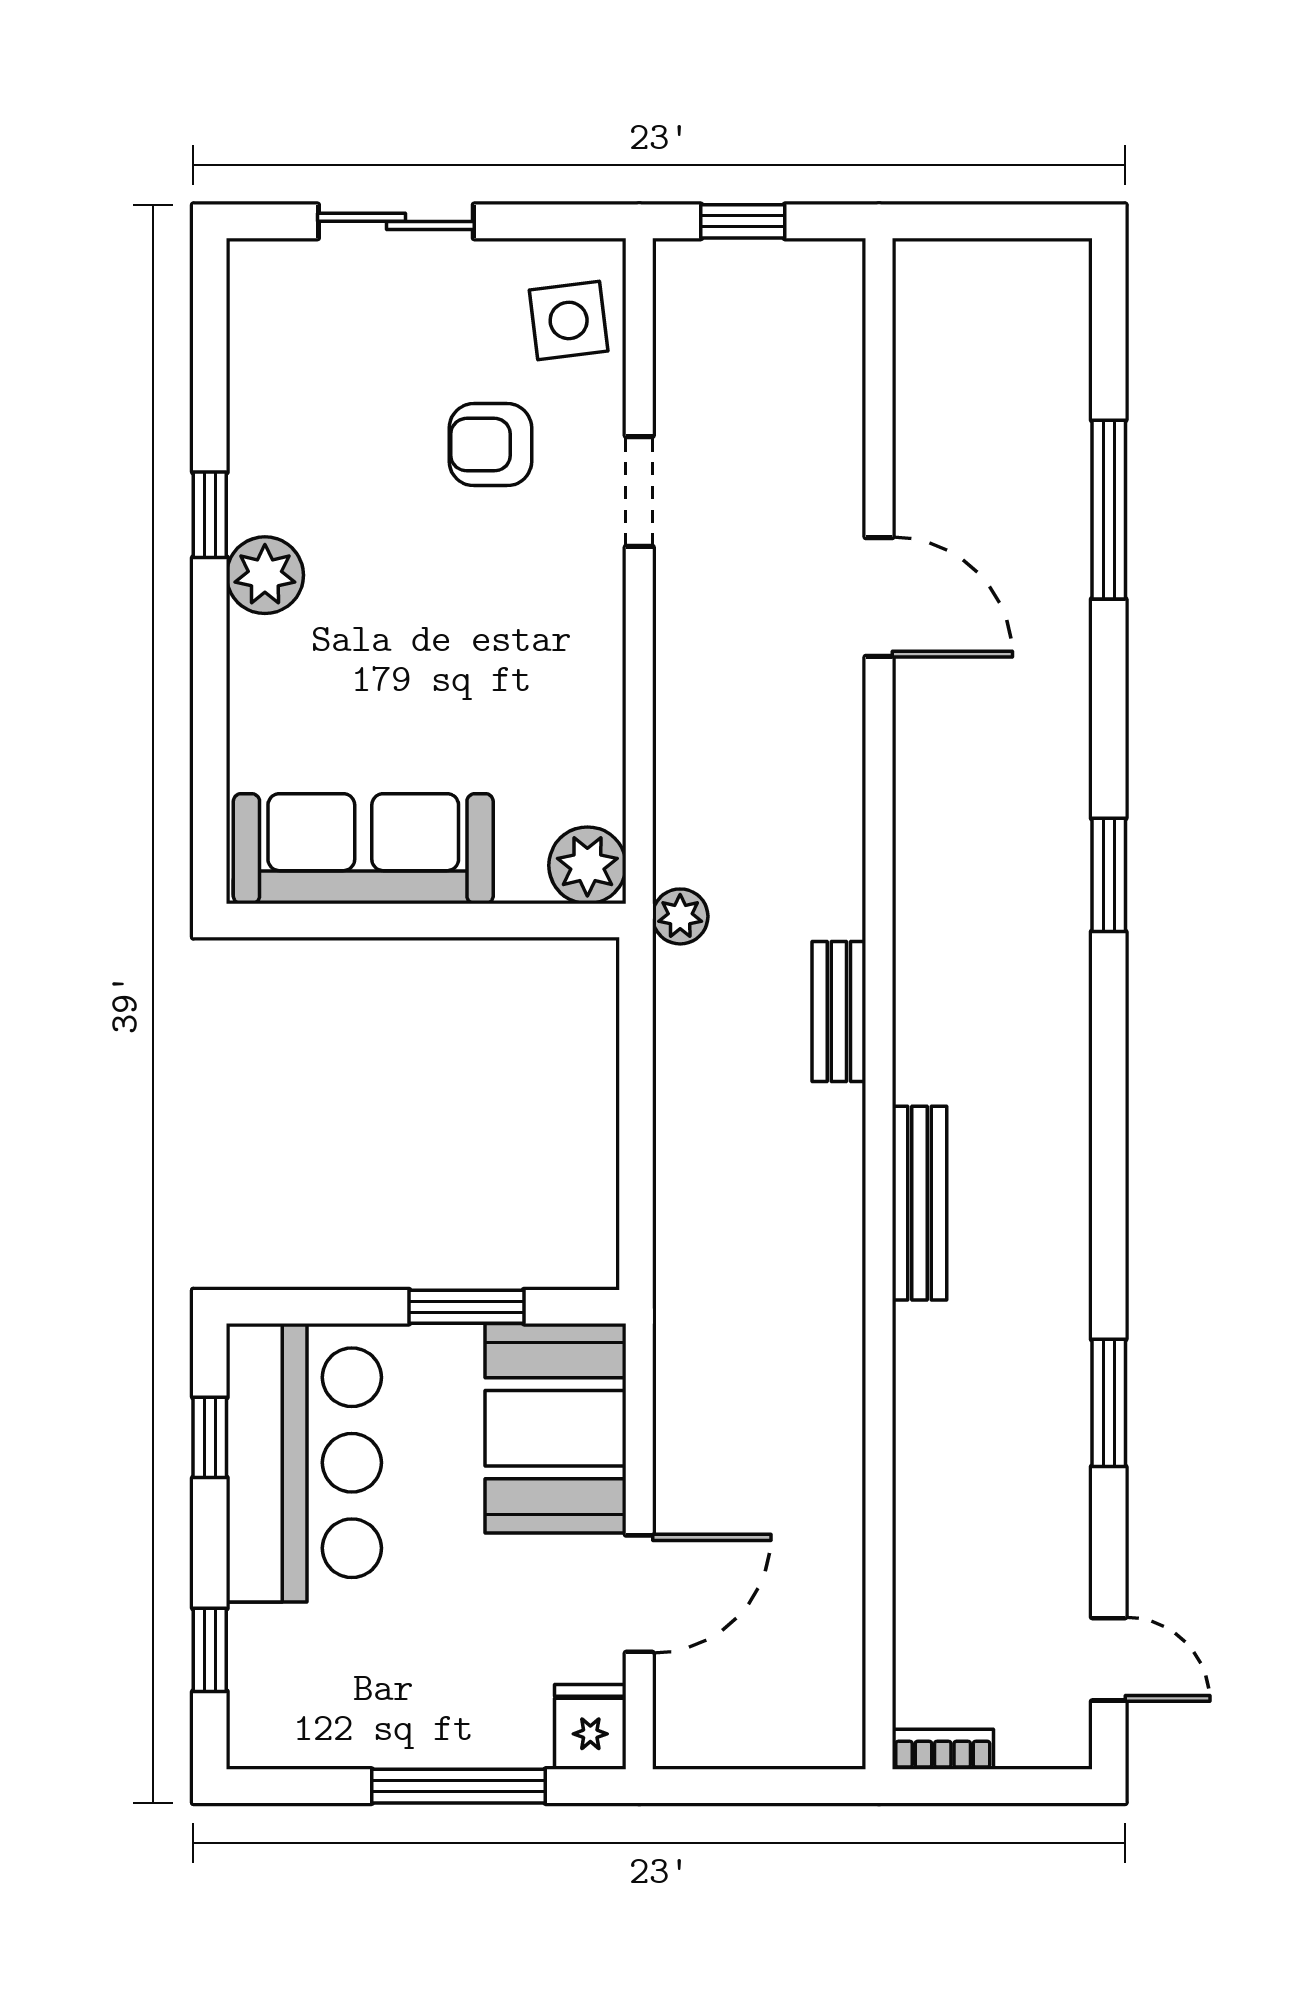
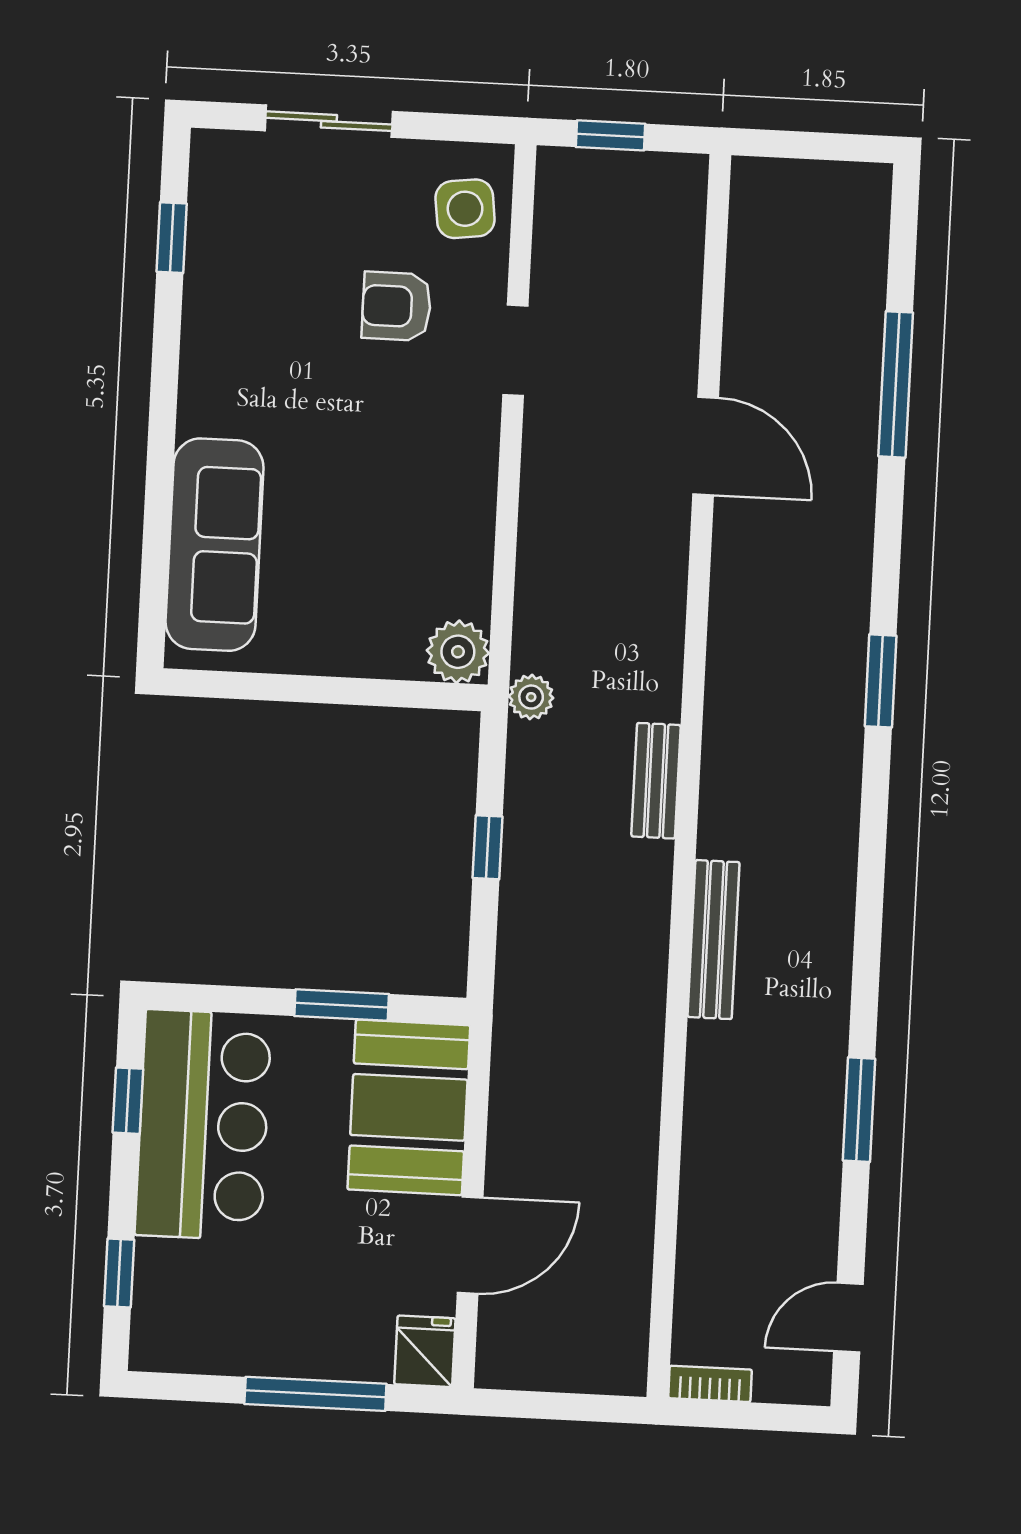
window: (210, 515) -> (172, 238), moved
plant: (265, 575) -> (208, 403), removed
sofa: (363, 849) -> (214, 545), moved, turned 90
window: (636, 1104) -> (488, 847), added
door: (1109, 1659) -> (848, 1318), swing flipped

